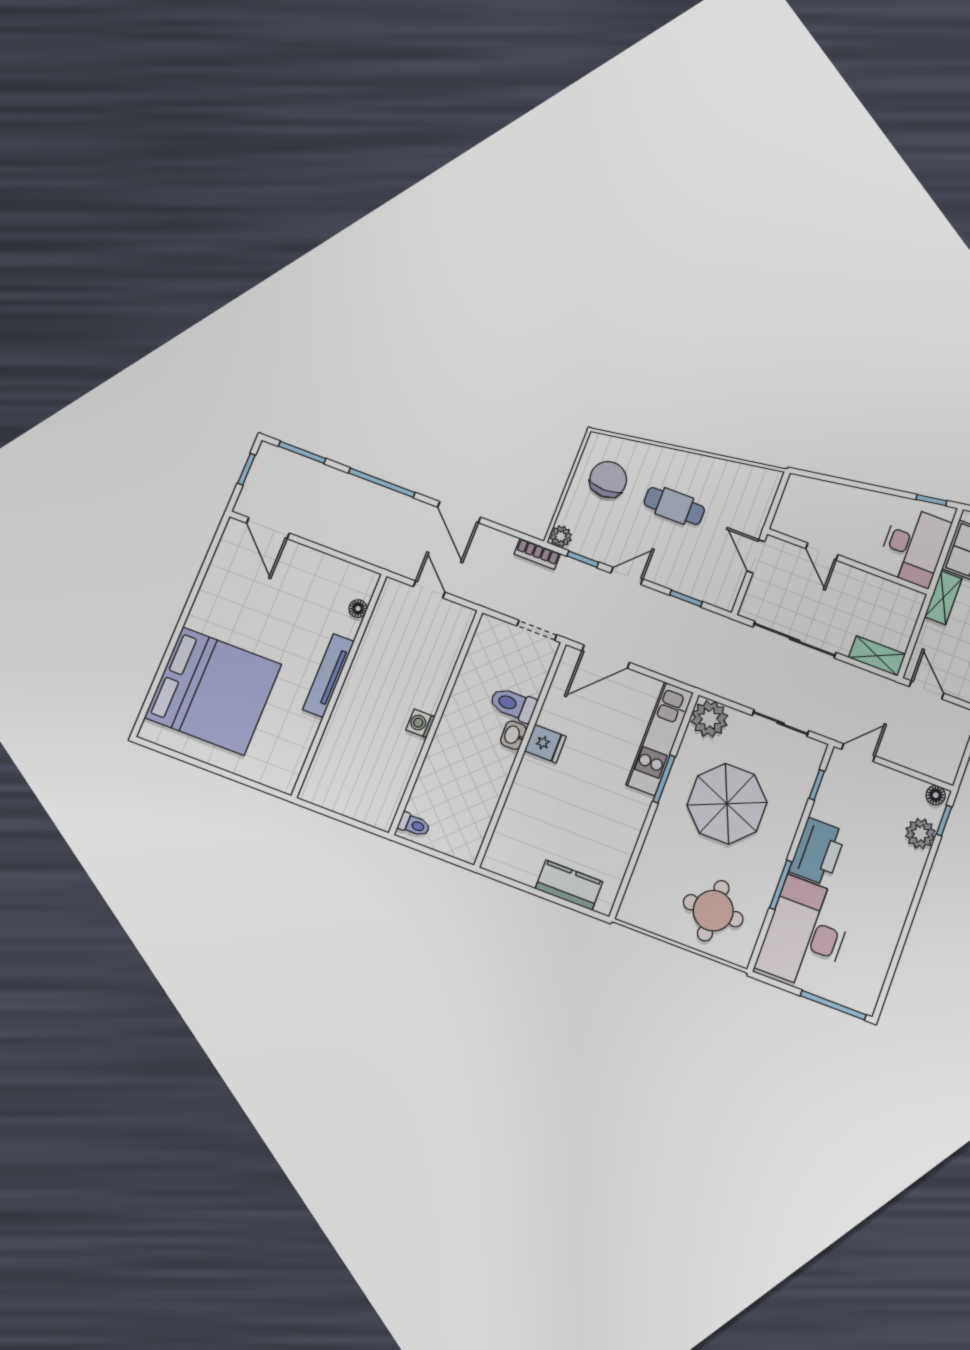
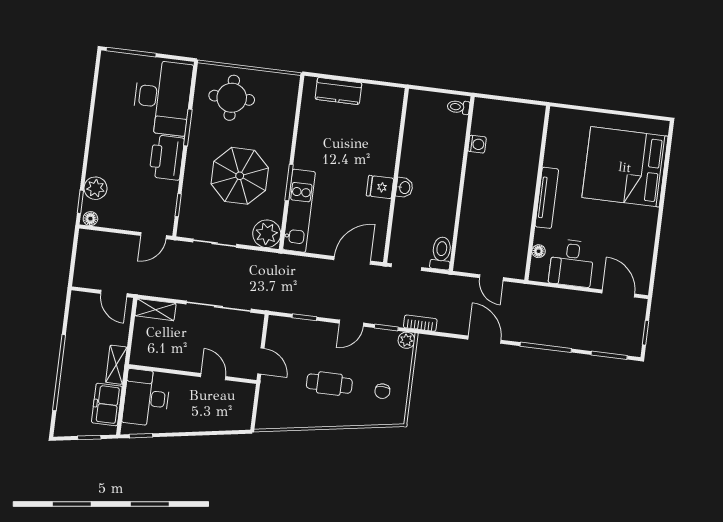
chair: (608, 479) -> (382, 391), width x0.54, depth x0.54
desk: (319, 582) -> (572, 263), added
toilet: (513, 704) -> (441, 253), moved, turned -90
washing machine: (420, 723) -> (477, 144), moved

